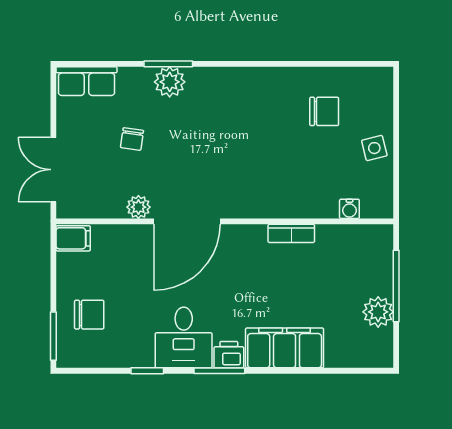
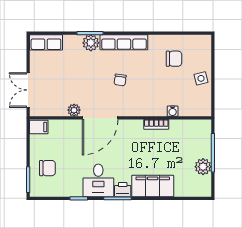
row of seats: (231, 81) -> (124, 42), added
chair: (132, 139) -> (120, 80), moved
water cooler: (349, 209) -> (173, 111), moved

